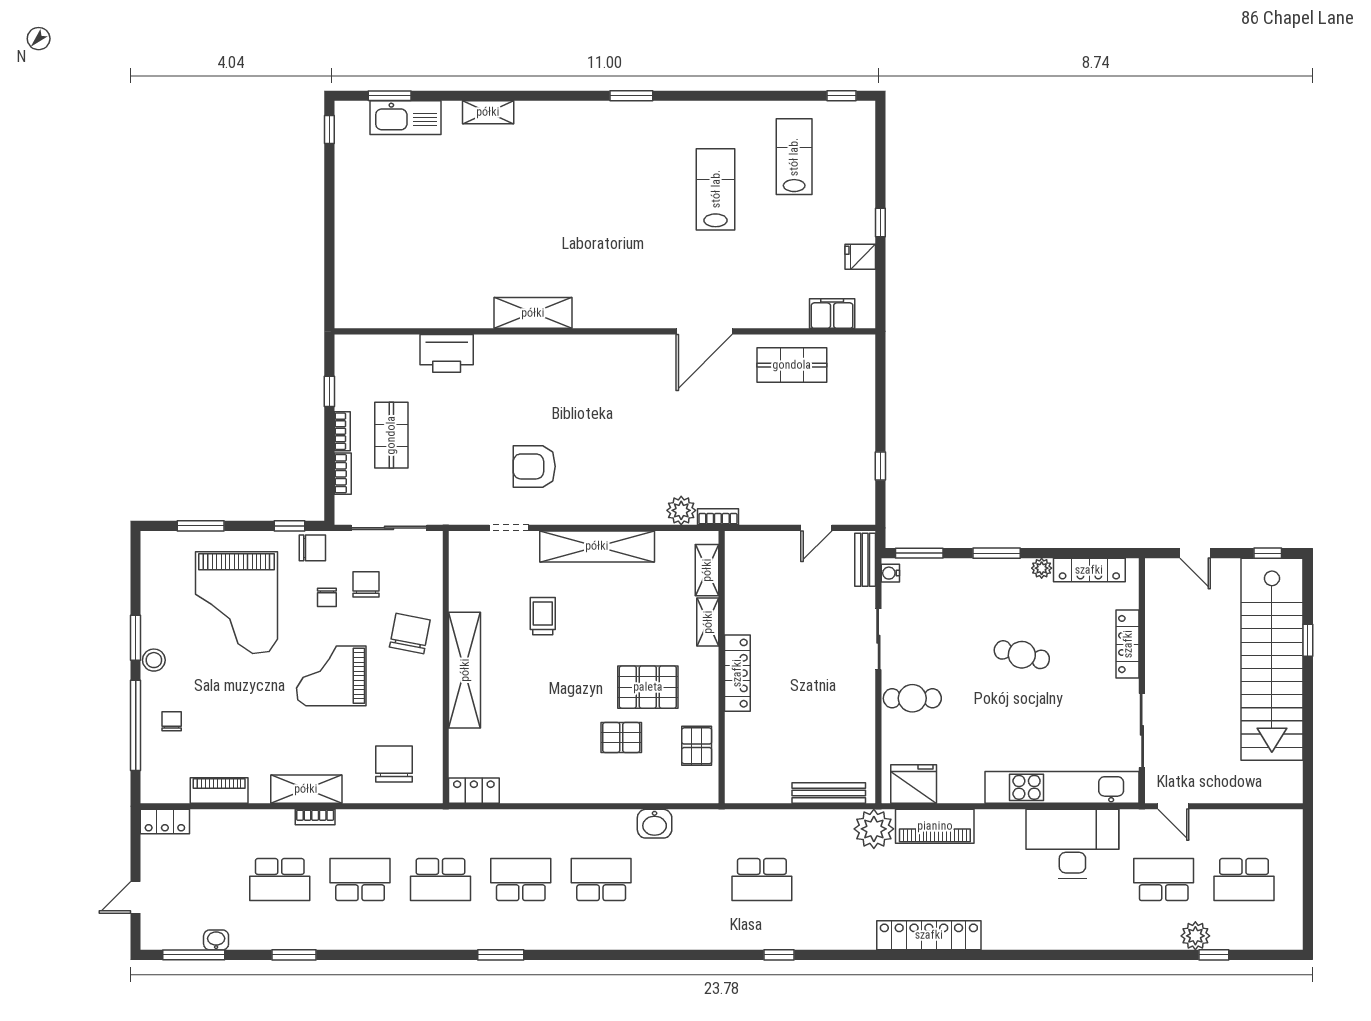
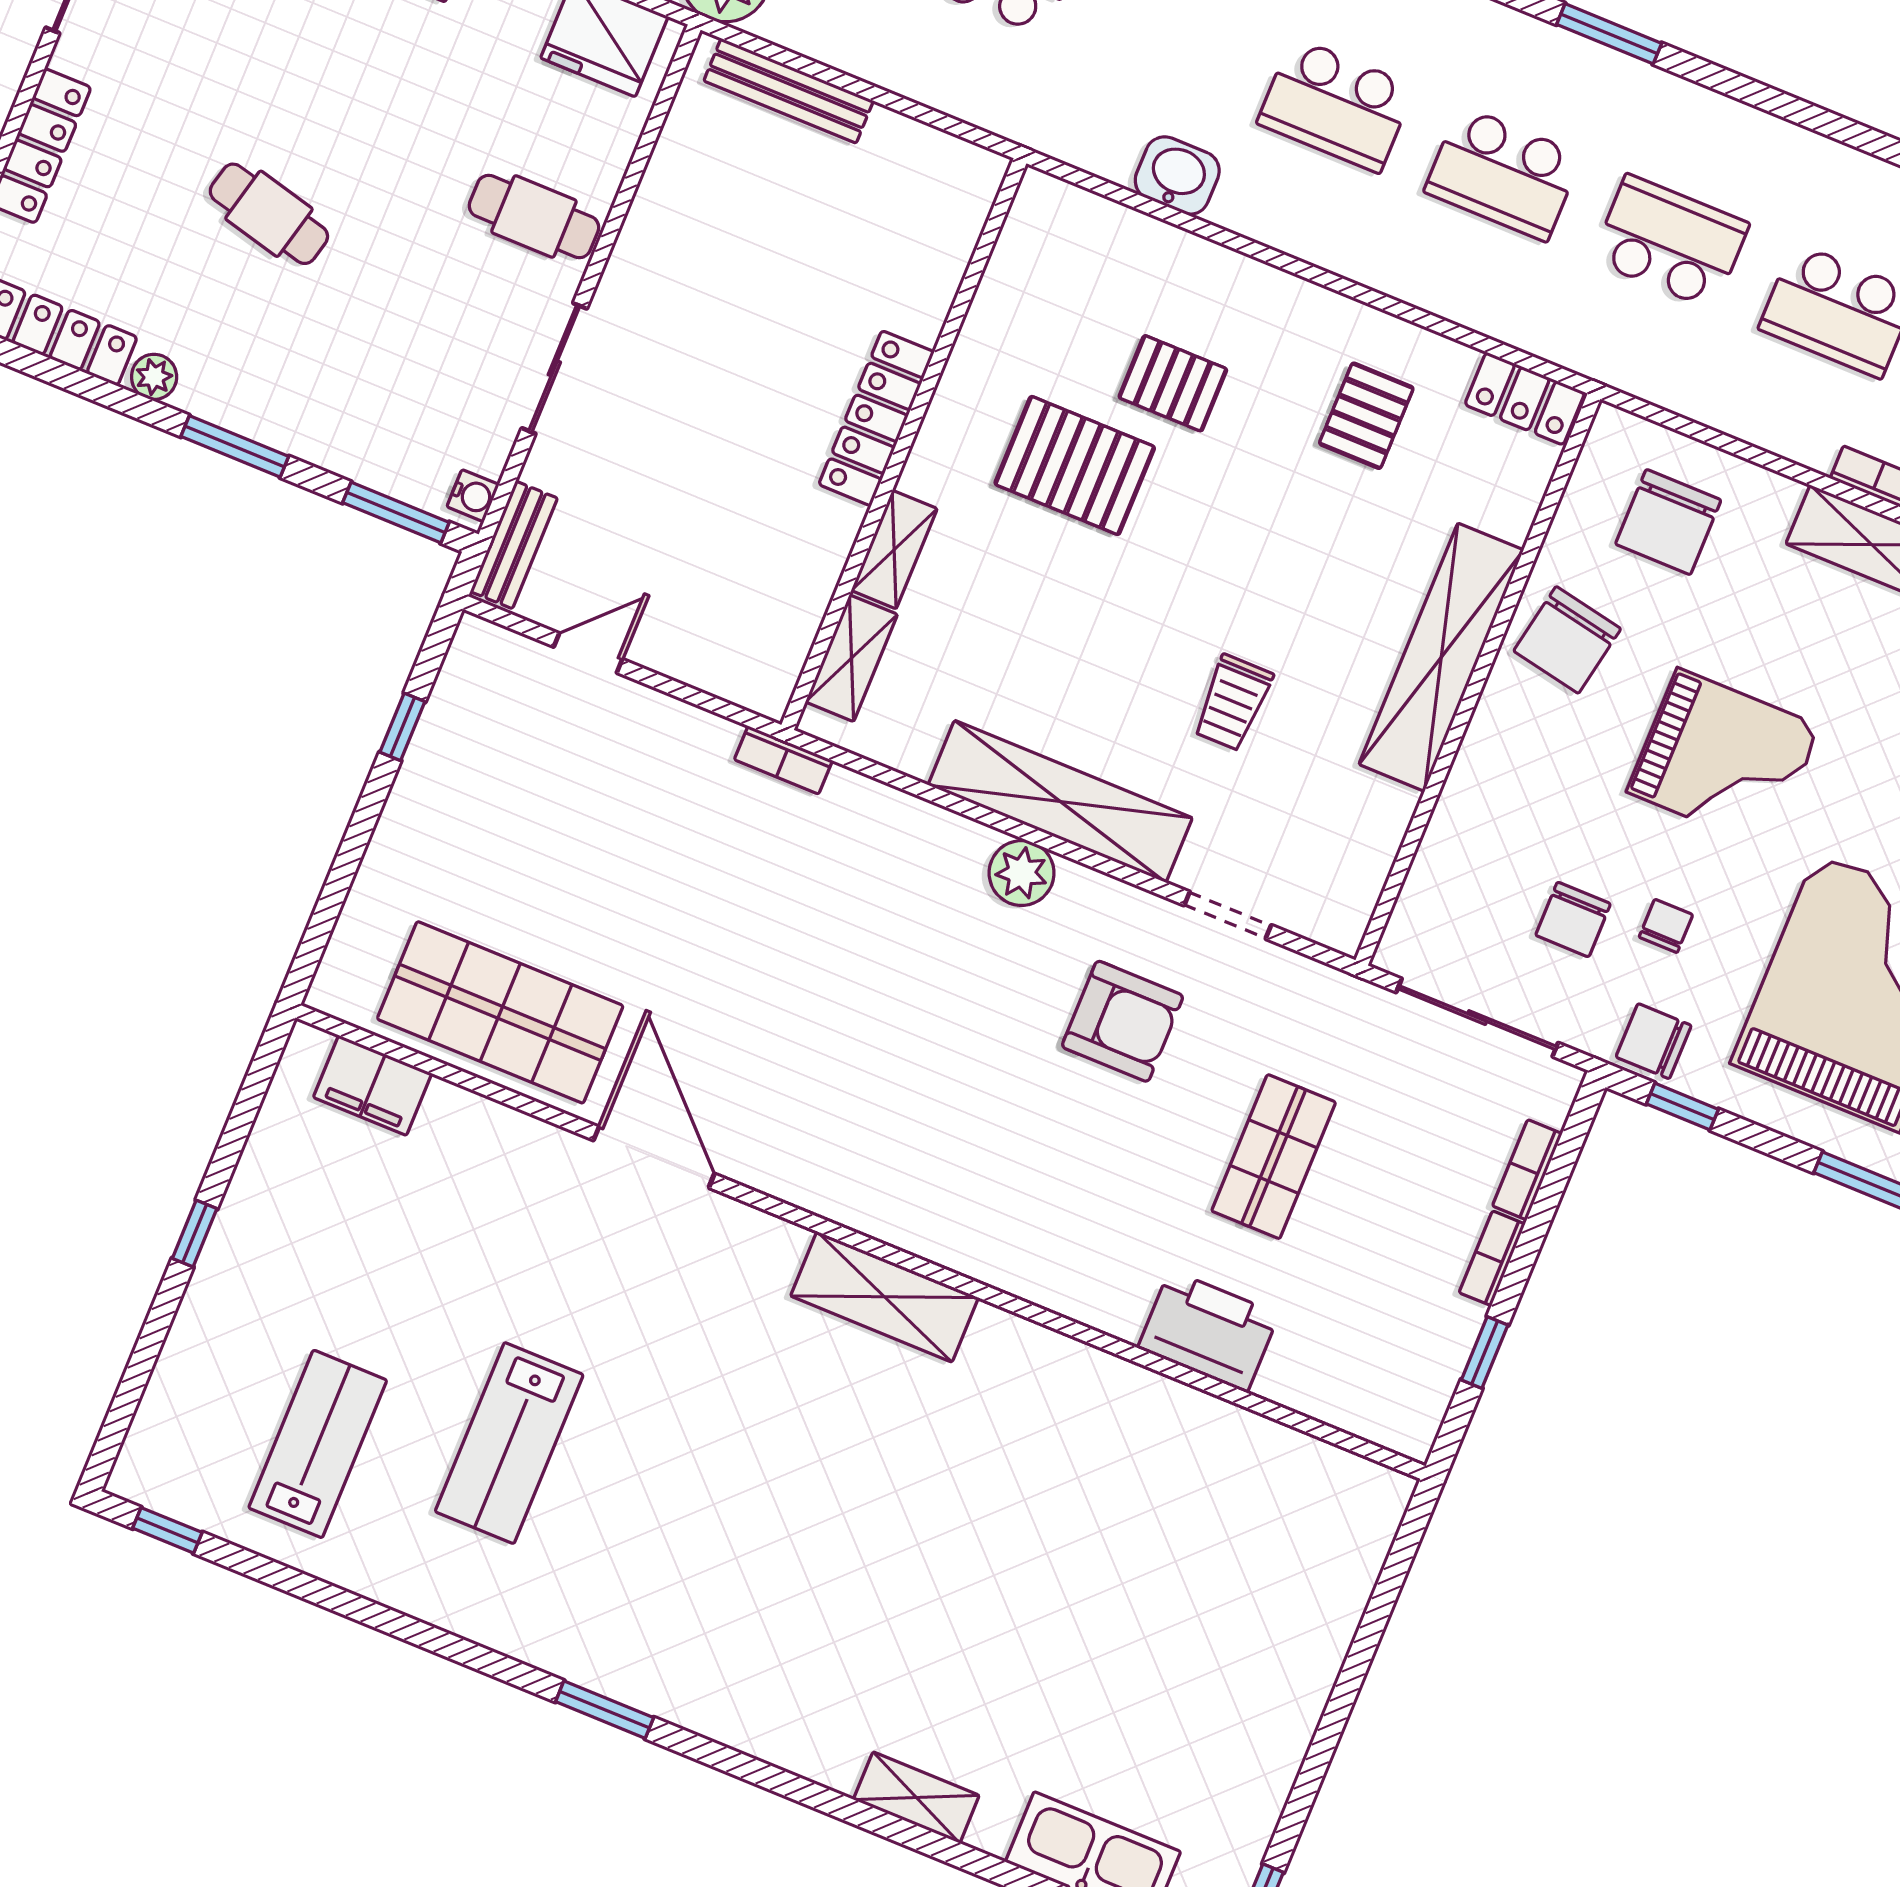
lab bench: (794, 157) -> (318, 1444), turned 180
fridge: (860, 257) -> (266, 1179), removed
shelving: (533, 313) -> (884, 1297), moved
door: (704, 331) -> (654, 1157), hinge flipped
shop shelf: (792, 365) -> (500, 1012), width x1.43, depth x1.36
shop shelf: (391, 435) -> (1274, 1157), moved
plant: (681, 510) -> (1022, 873), moved
chair: (410, 633) -> (1567, 640), moved
pallet: (697, 746) -> (1366, 416), moved

